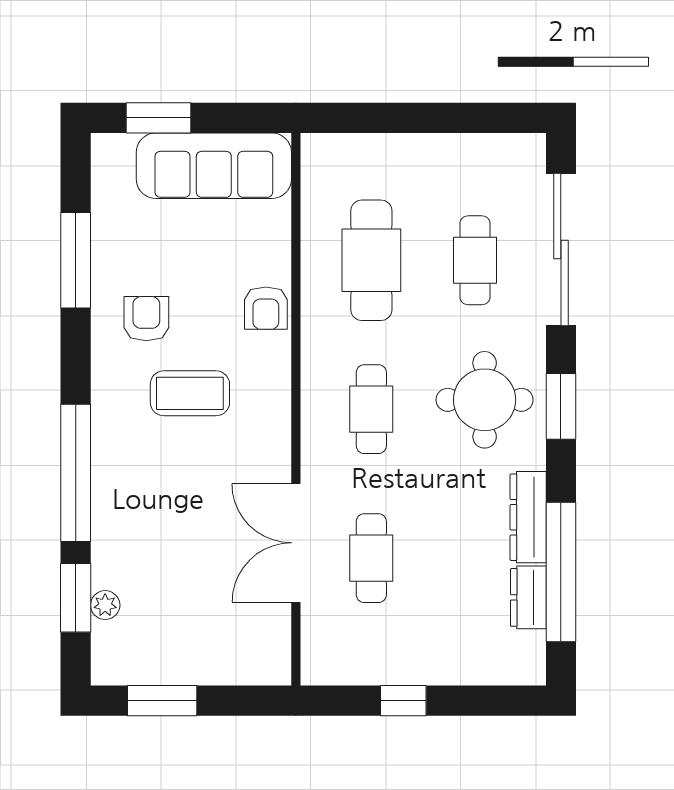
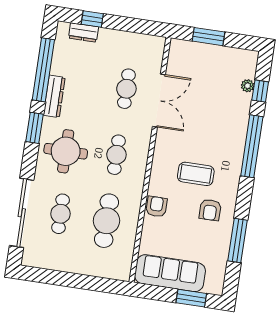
window: (561, 406) -> (35, 128), moved
dresser: (528, 597) -> (83, 32), moved, turned 90
window: (76, 598) -> (260, 91), width x0.67
window: (162, 701) -> (209, 37), moved
window: (403, 701) -> (92, 19), moved

